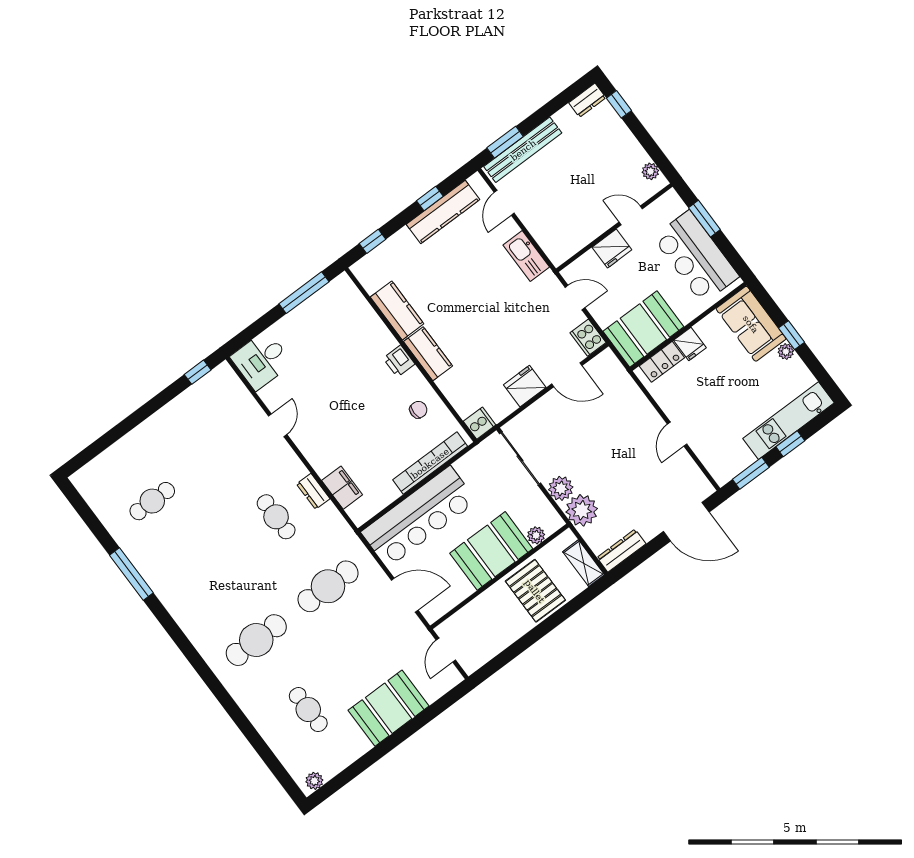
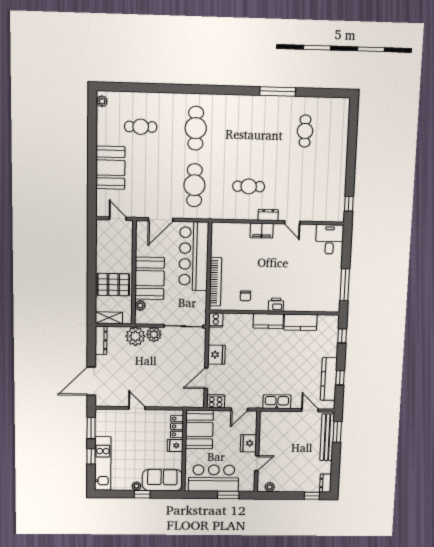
filing cabinet: (342, 488) -> (262, 231), moved
dresser: (313, 491) -> (268, 215), moved

